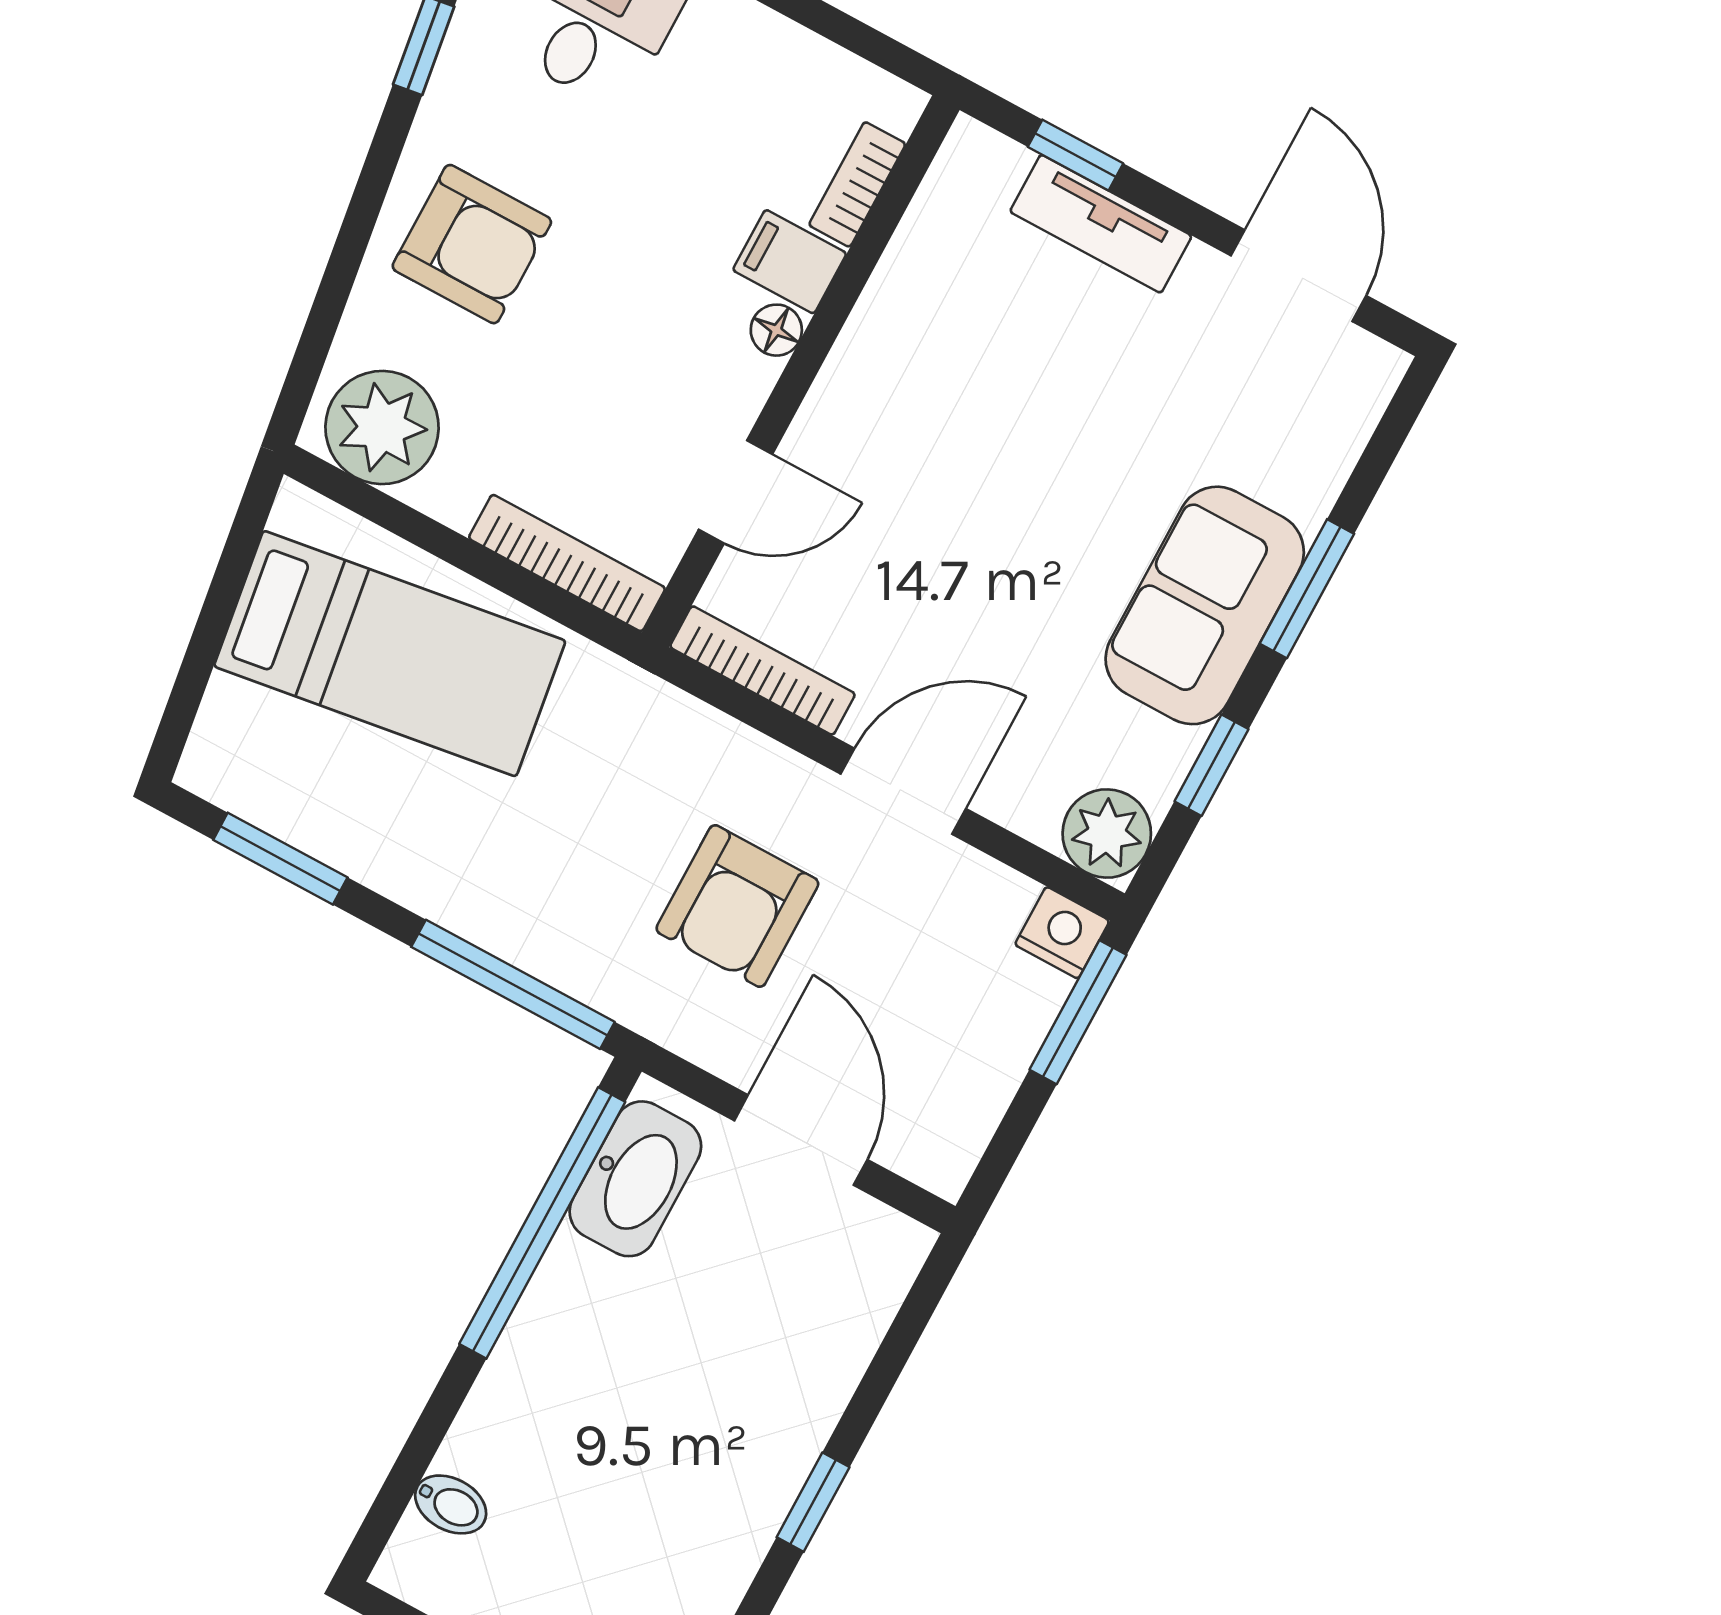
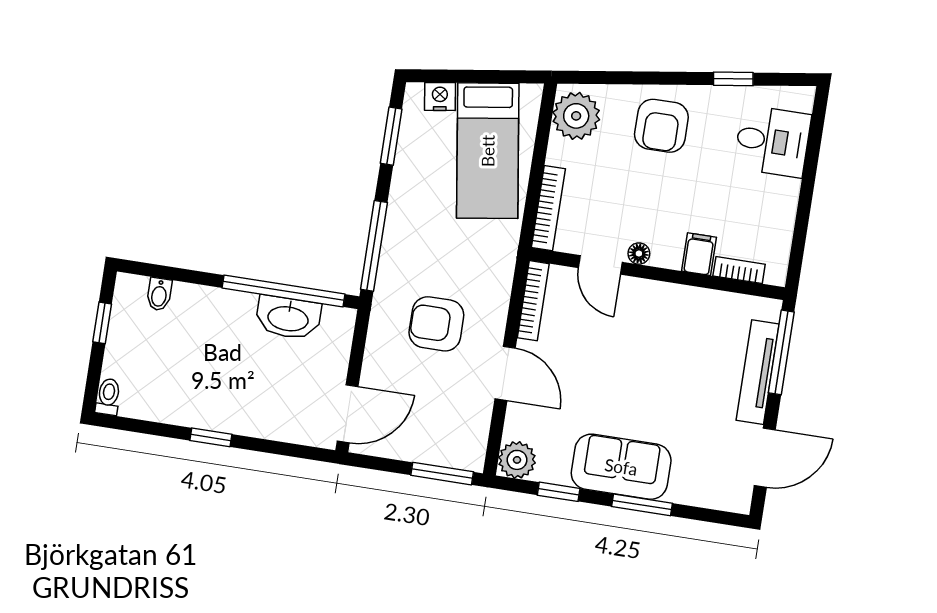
window: (1075, 155) -> (781, 352), width x2.17
tv unit: (1101, 224) -> (758, 372), width x1.41
floor lamp: (776, 330) -> (639, 254), moved
nightstand: (1062, 933) -> (440, 97), moved, turned -98
door: (801, 1140) -> (348, 414), moved
washbasin: (635, 1179) -> (288, 318), moved

